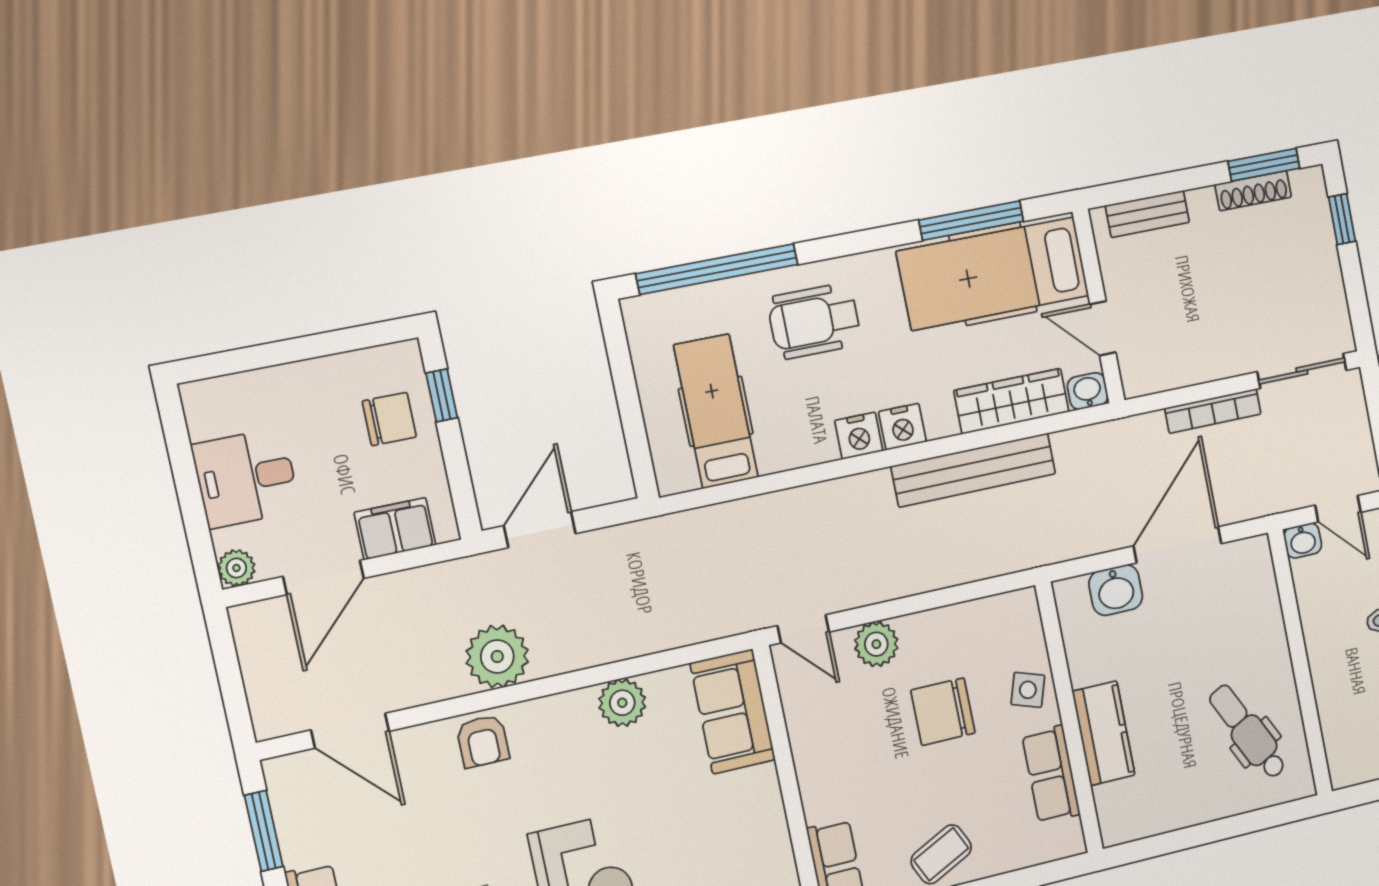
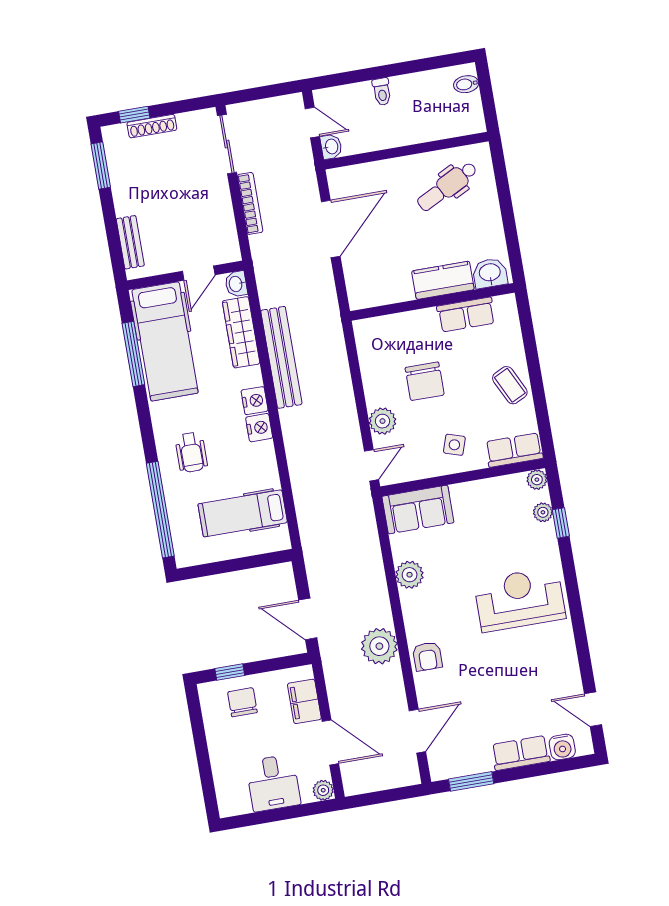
shoe rack: (1253, 191) -> (152, 126), moved, turned 90
wheelchair: (814, 321) -> (191, 452), width x0.73, depth x0.73
door: (1338, 509) -> (312, 123), hinge flipped
door: (1178, 545) -> (331, 229), swing flipped
washbasin: (1116, 590) -> (490, 273), moved, turned -90
side table: (1028, 690) -> (454, 445), moved
armchair: (483, 741) -> (427, 656), turned 90

